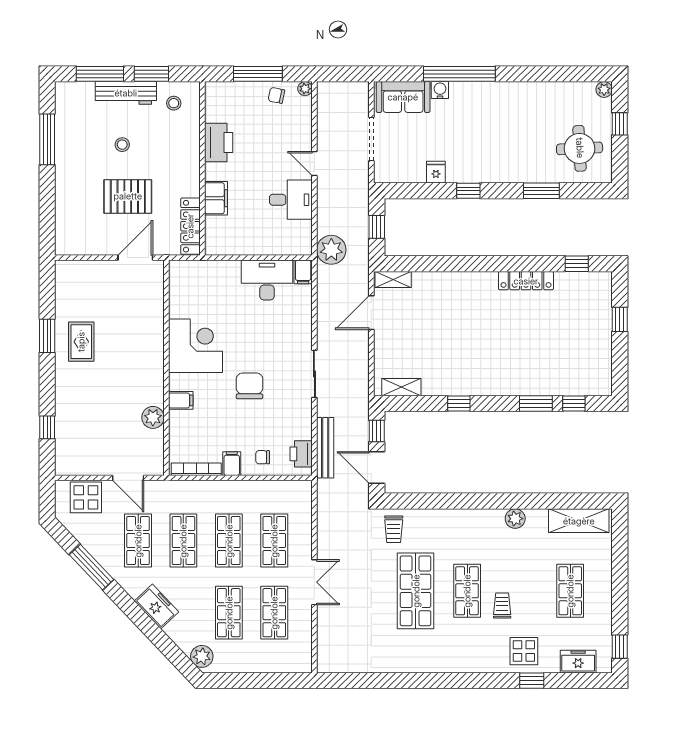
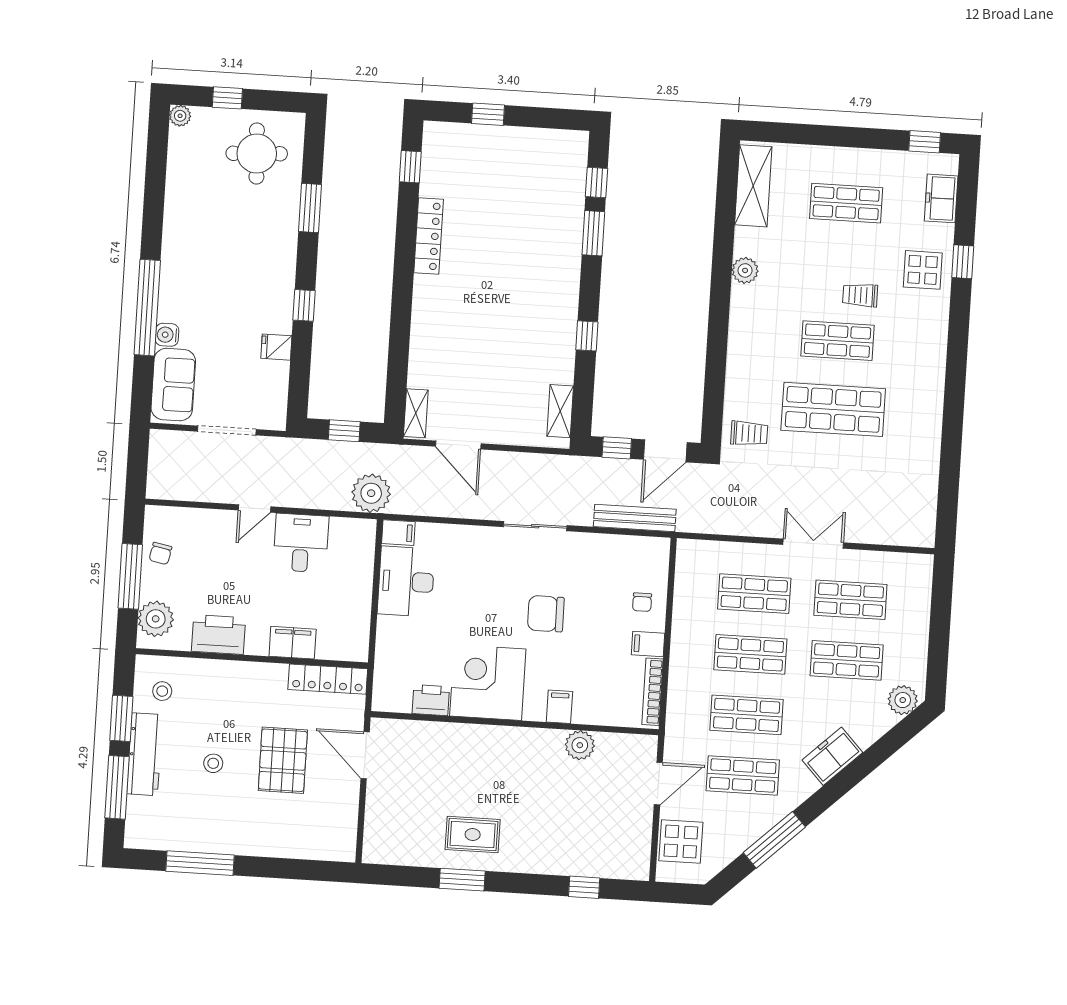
plant: (305, 89) -> (156, 619), moved, width x1.87, depth x1.87
printer: (301, 454) -> (431, 700), moved, turned 180

